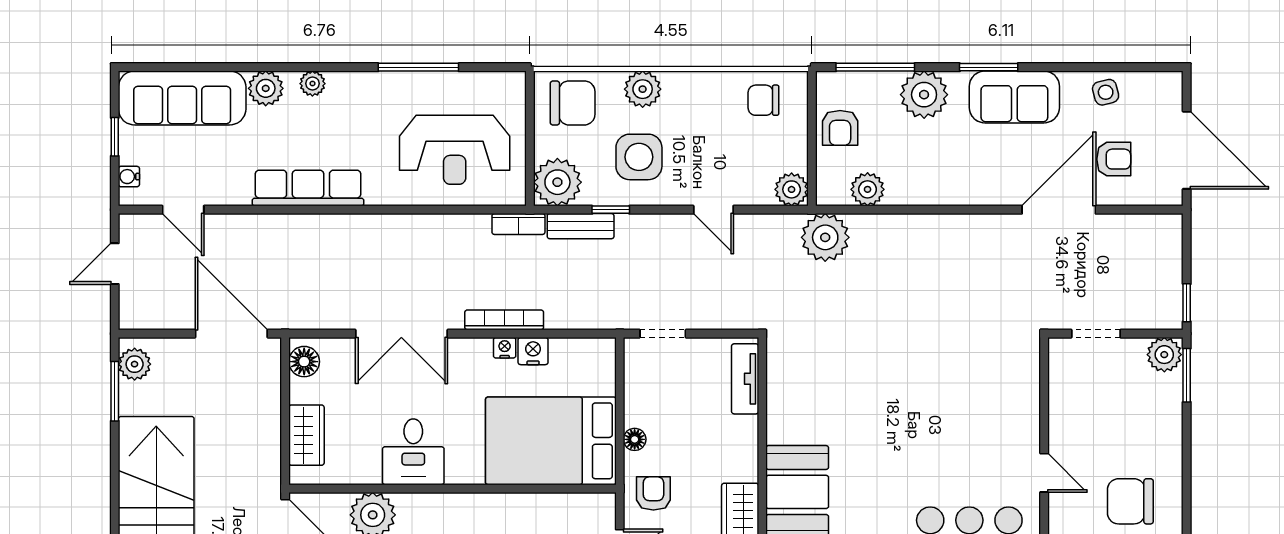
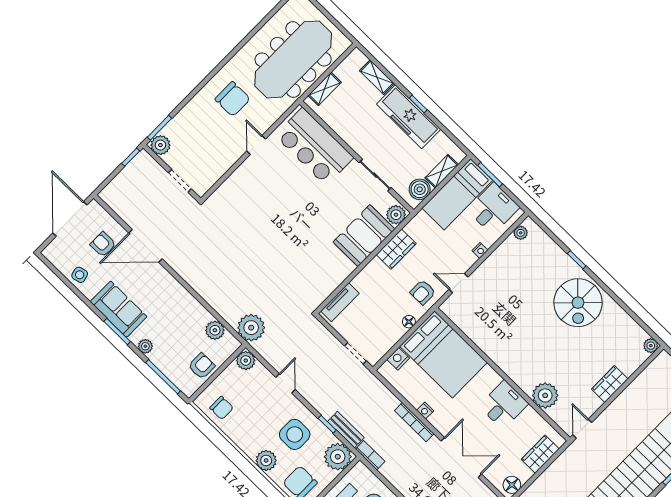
plant: (924, 95) -> (145, 346), width x0.53, depth x0.53
nightstand: (533, 351) -> (398, 359), moved, turned 90

